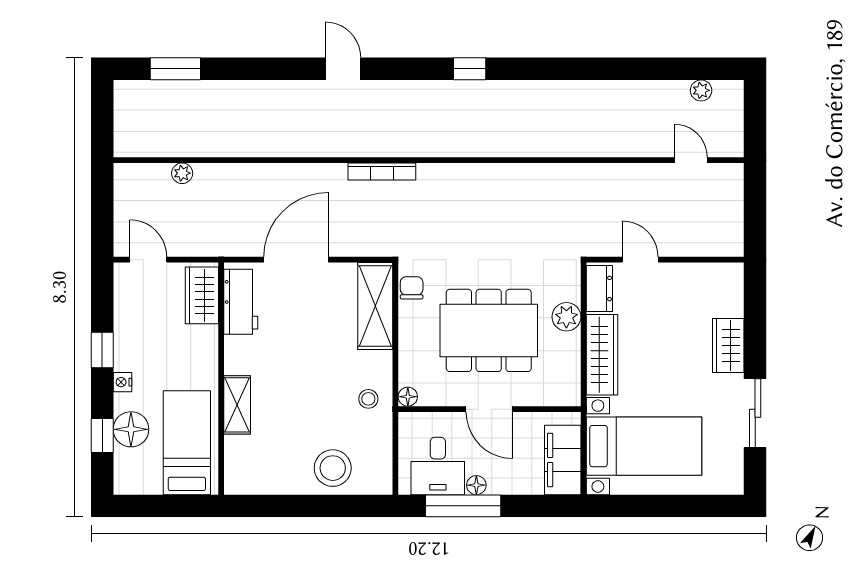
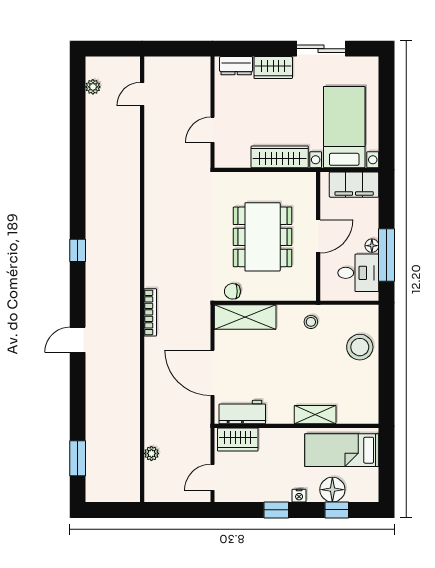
dresser: (599, 288) -> (236, 66), moved, turned 180
plant: (566, 317) -> (253, 182), removed
floor lamp: (408, 397) -> (309, 294), removed

